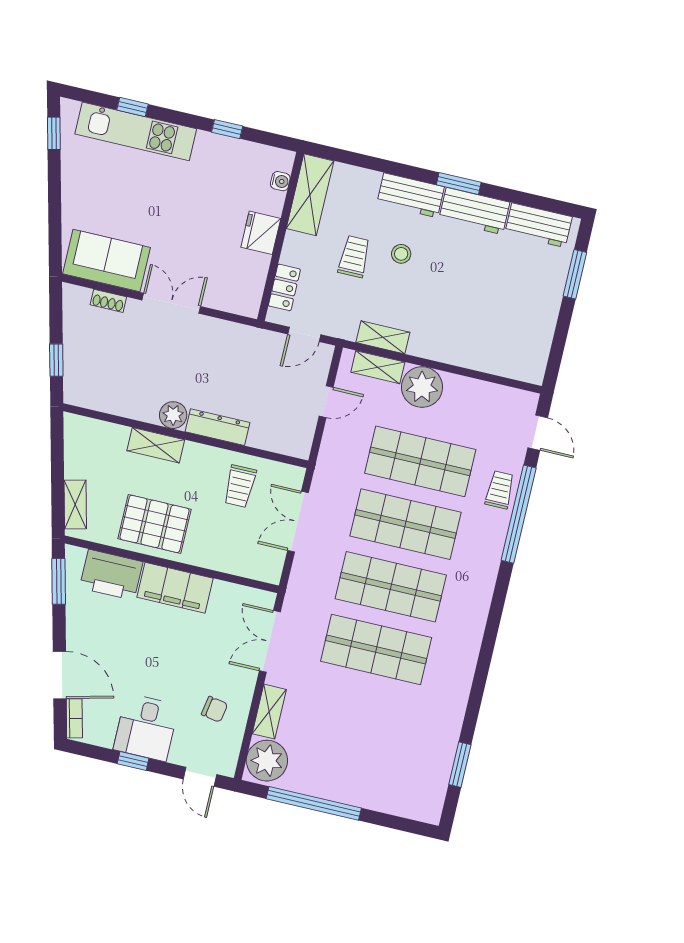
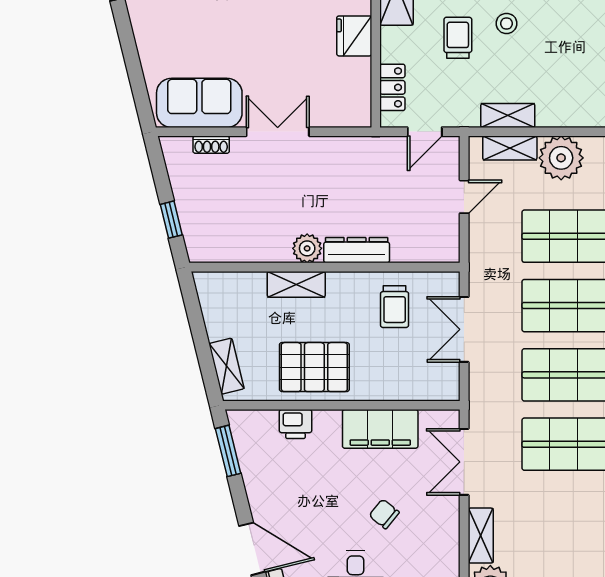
printer: (111, 575) -> (296, 424), width x0.53, depth x0.68
filing cabinet: (175, 588) -> (380, 429), moved
chair: (215, 709) -> (384, 514), moved, turned -151

